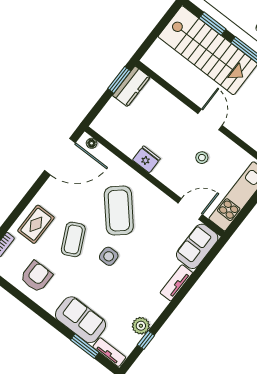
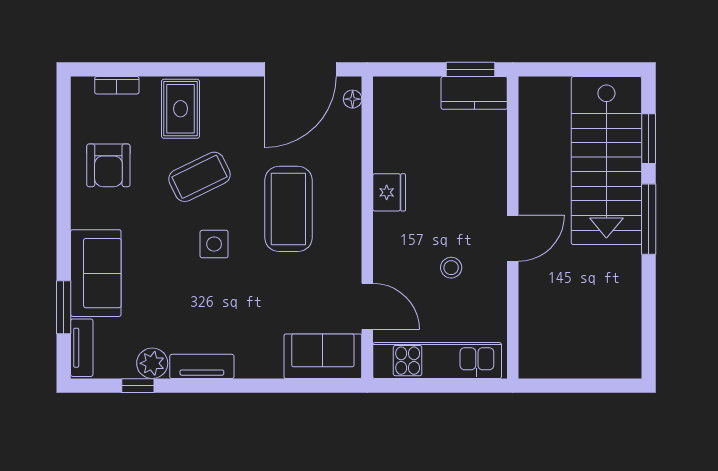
door: (60, 157) -> (300, 69), hinge flipped
coffee table: (119, 211) -> (288, 209), turned -49
rug: (36, 224) -> (181, 109), turned 90
armchair: (36, 276) -> (108, 165), turned 90
tv unit: (176, 283) -> (202, 366), moved

